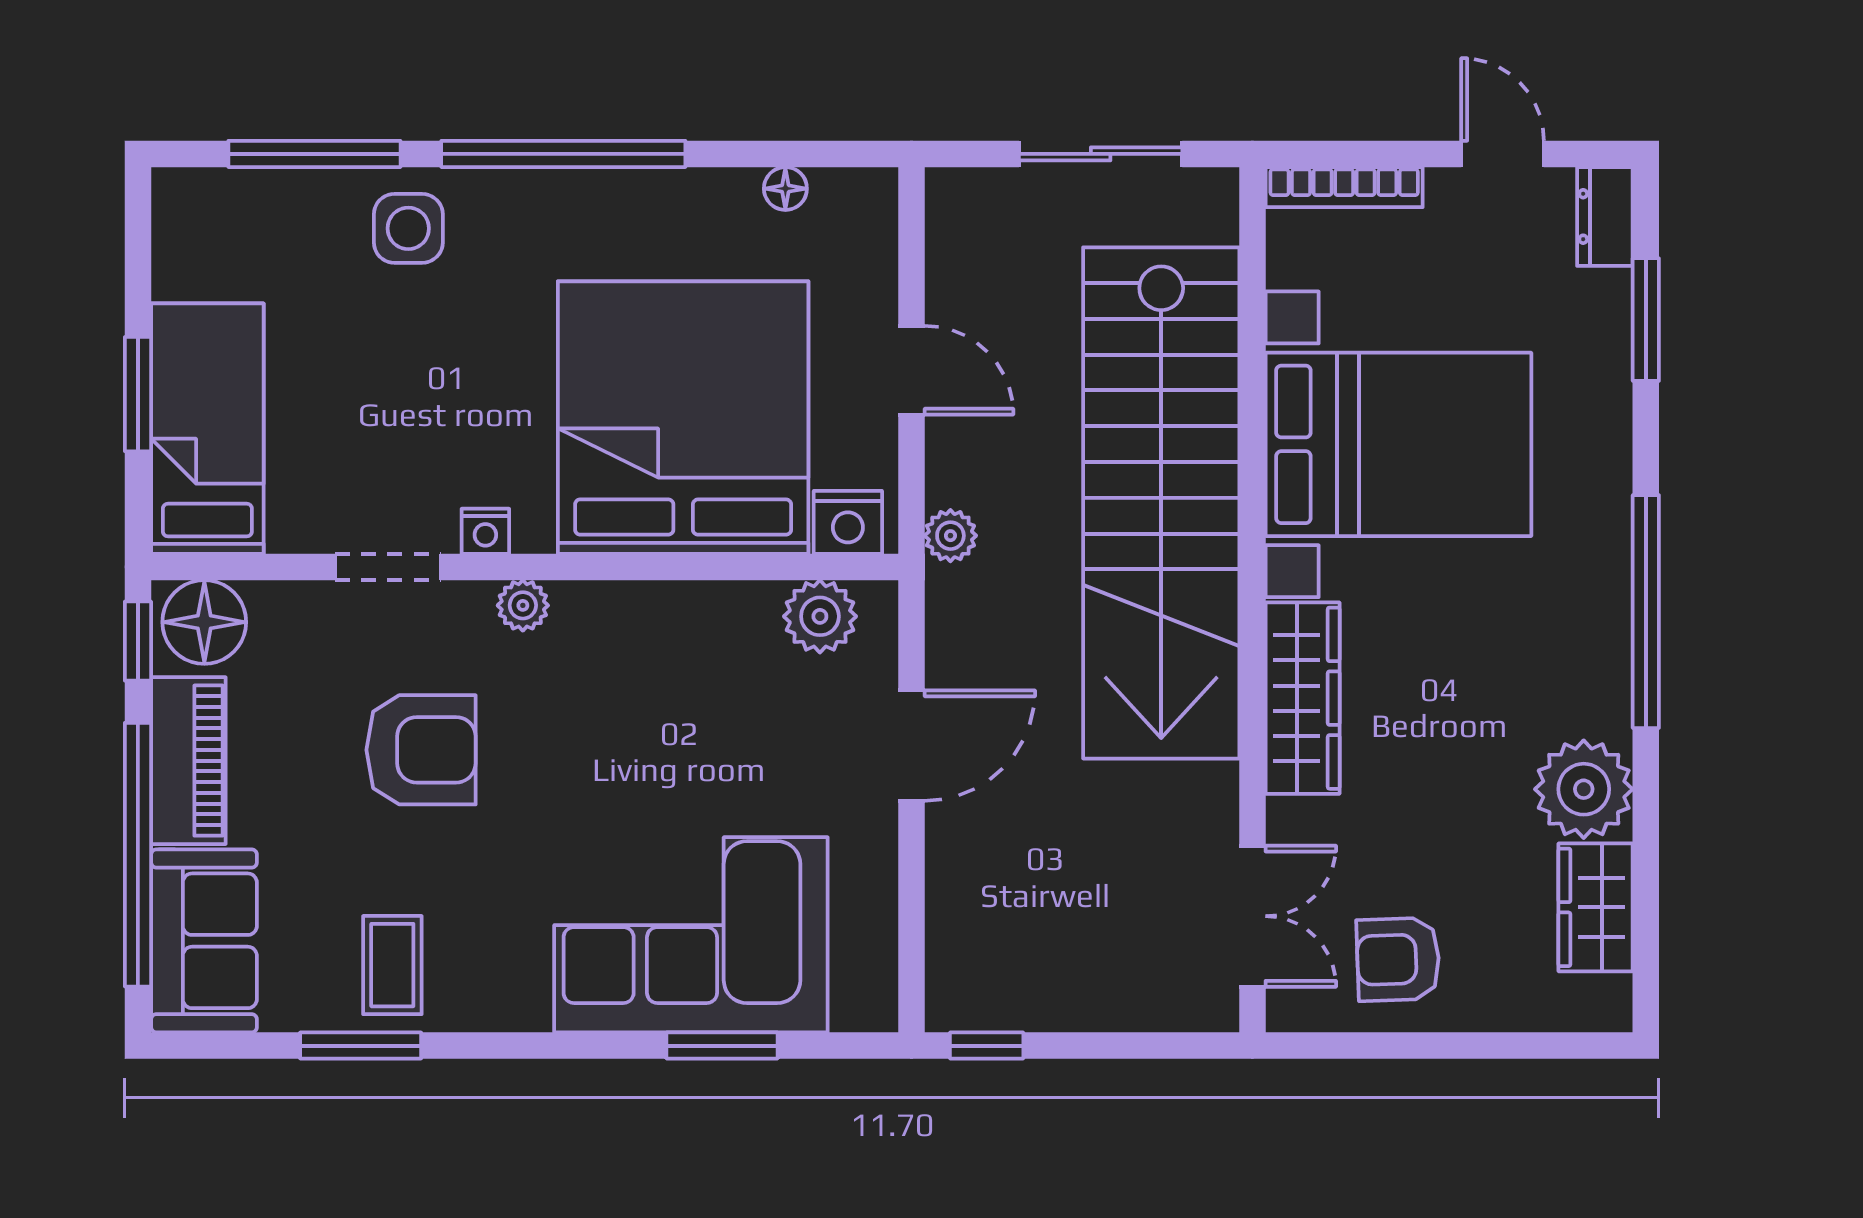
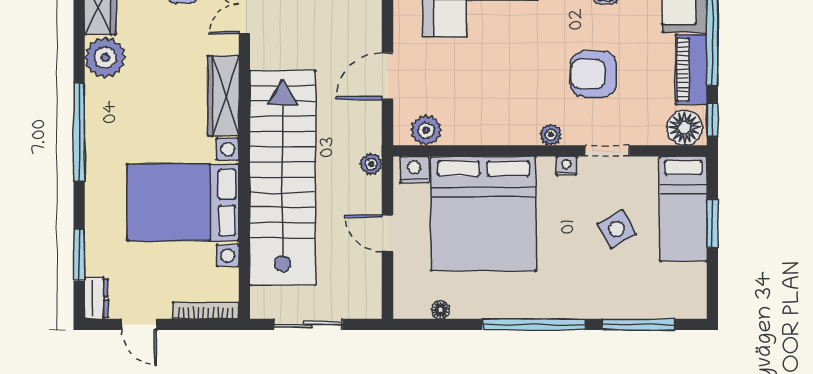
side table: (408, 228) -> (617, 229), moved, turned -30

